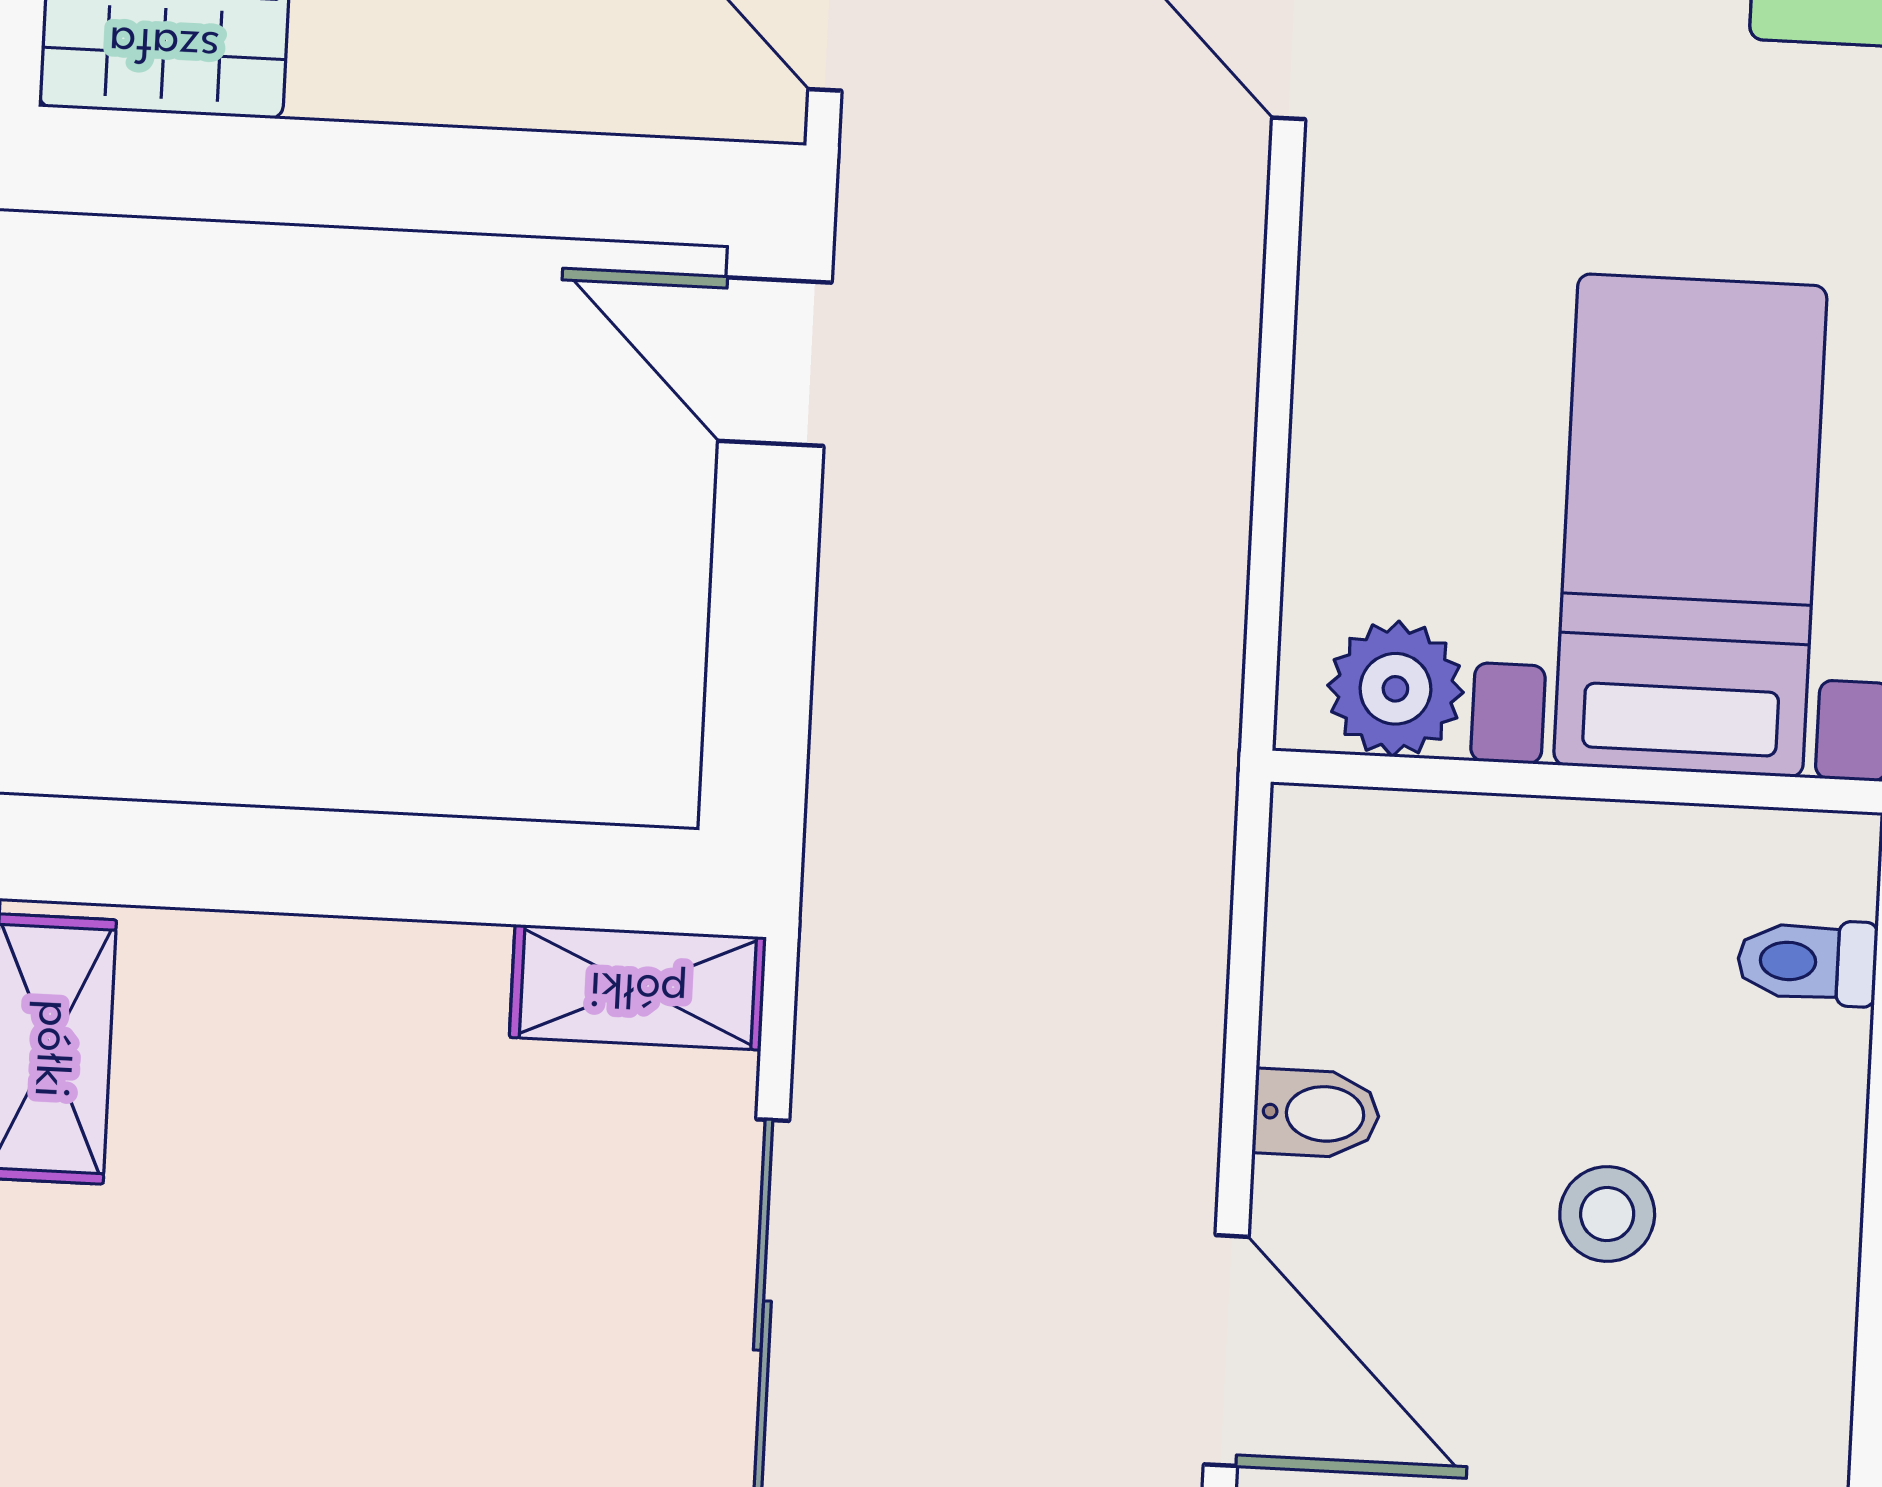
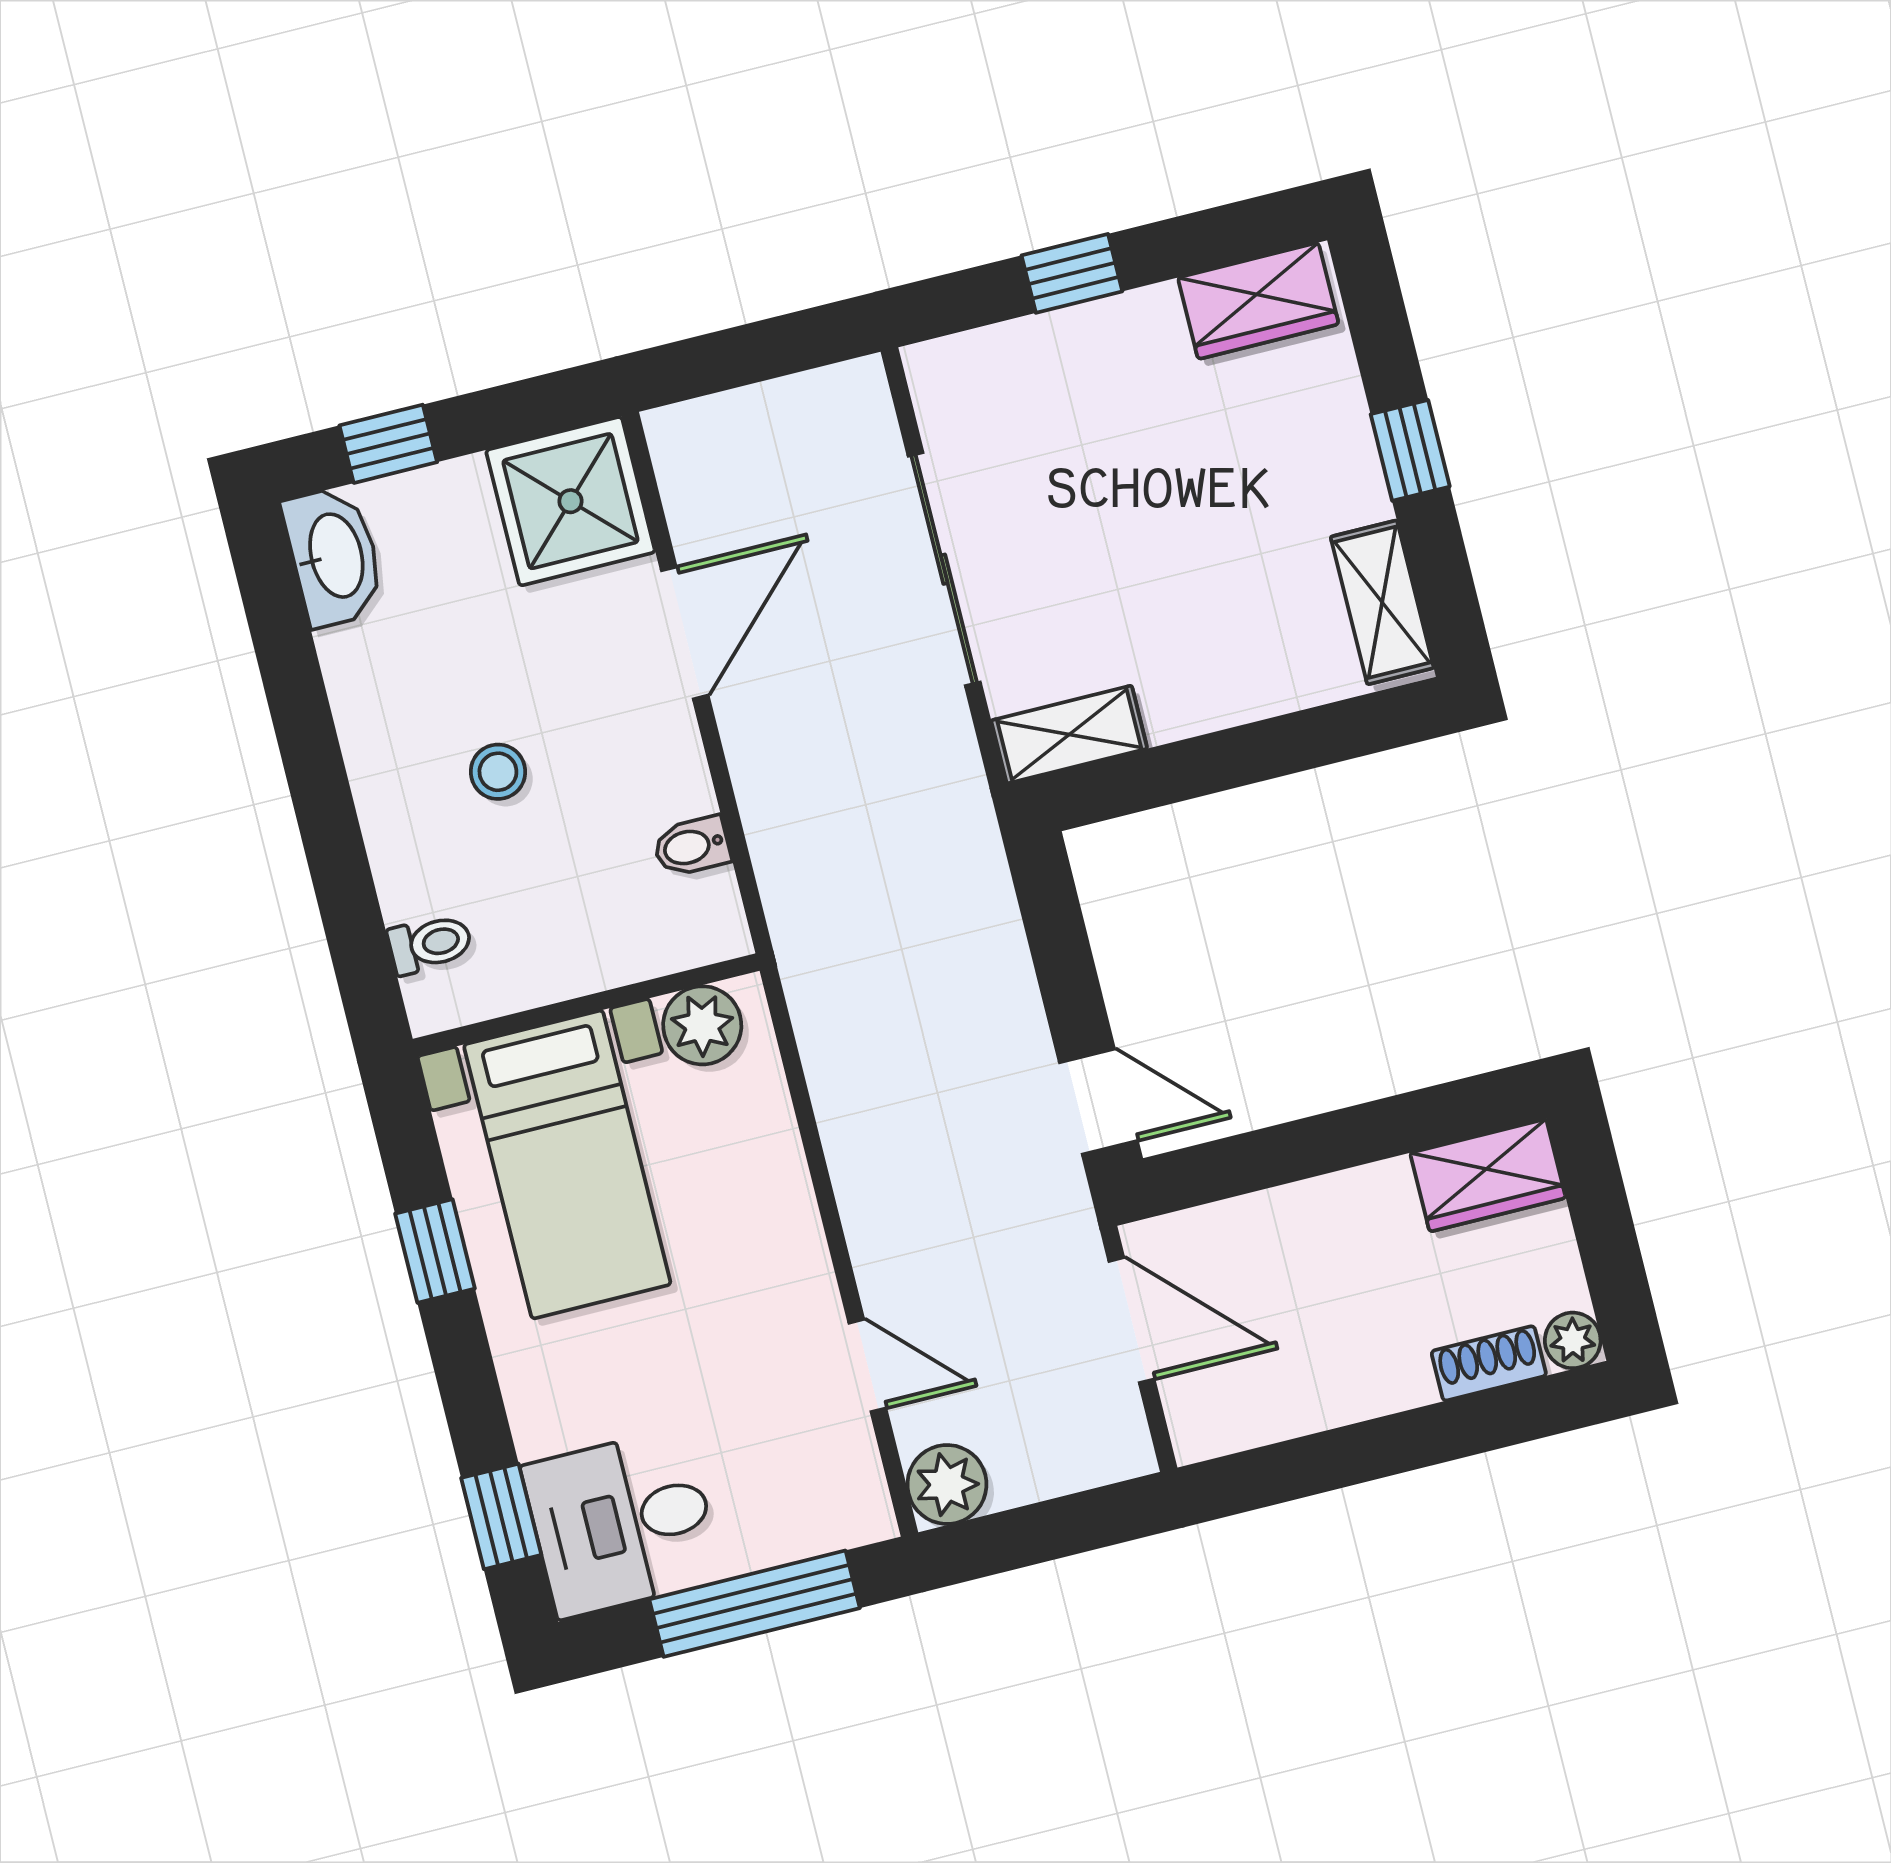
bidet: (1316, 1113) -> (692, 846), moved
door: (1226, 1351) -> (685, 633), swing flipped

